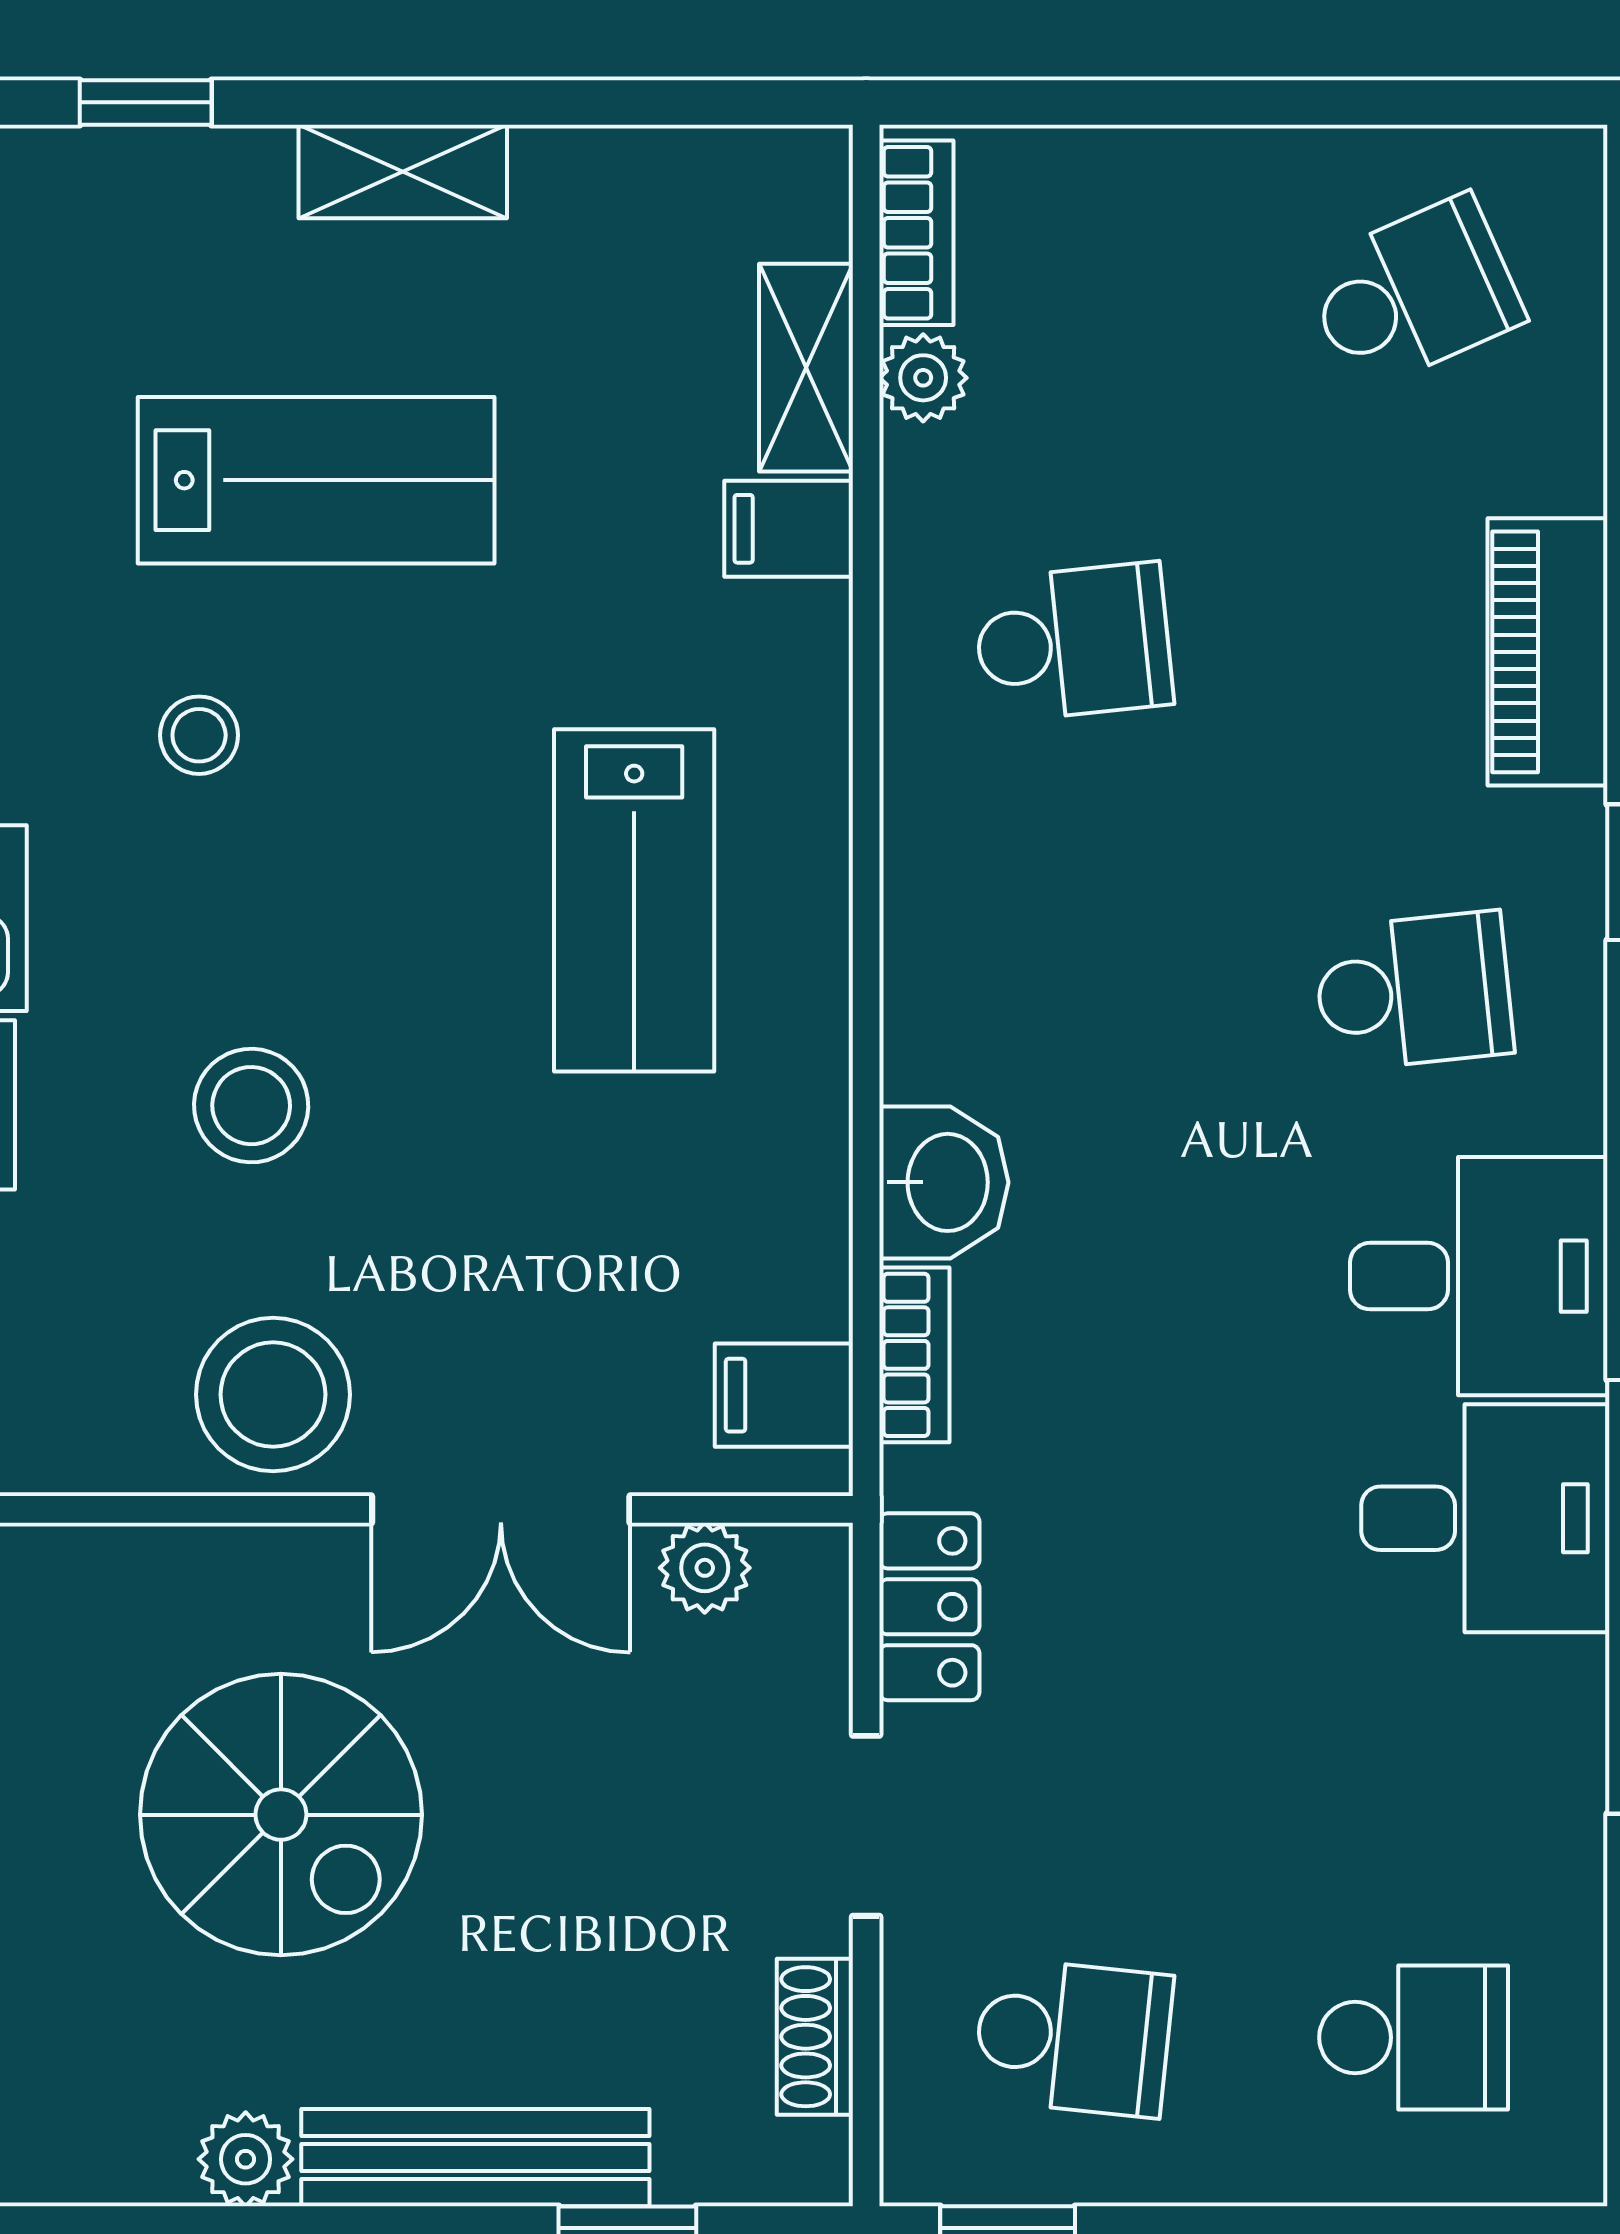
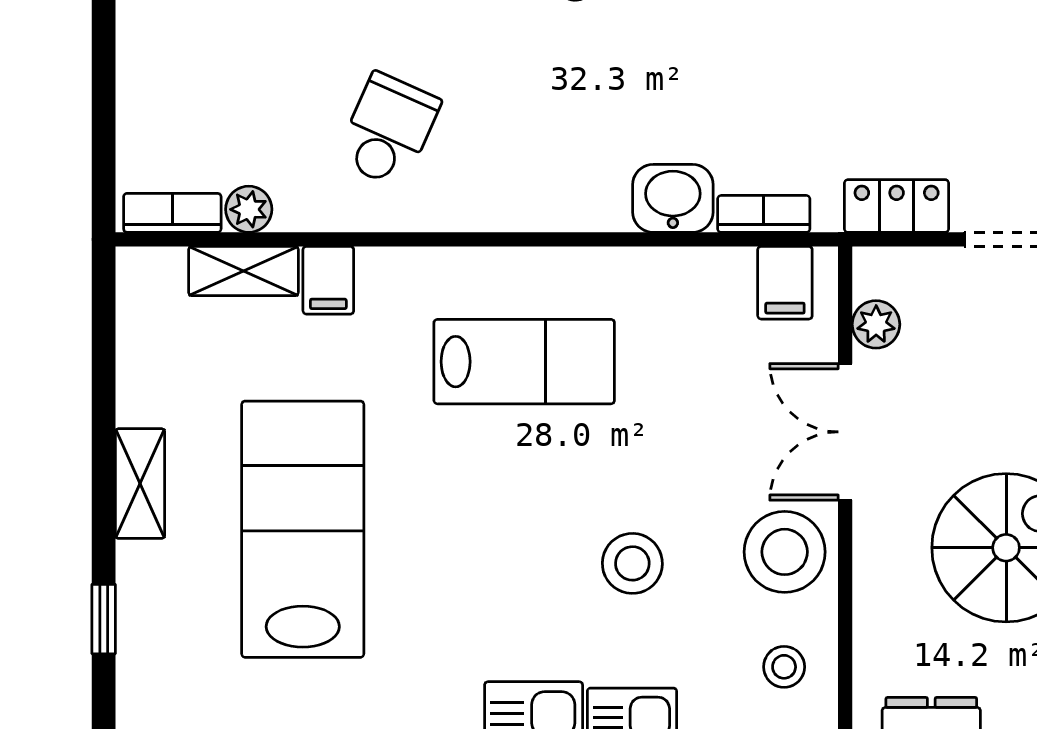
lab bench: (316, 480) -> (303, 529), width x1.36, depth x1.39
school desk: (1073, 642) -> (388, 130), turned 30
stool: (199, 735) -> (784, 667), moved
double door: (501, 1509) -> (845, 432), swing flipped

